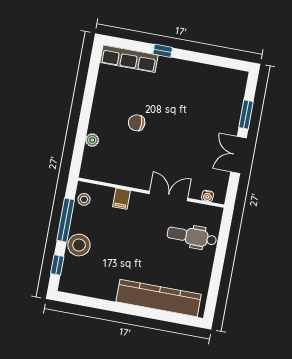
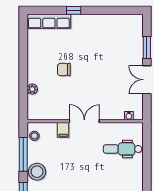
double door: (168, 196) -> (84, 121), moved

